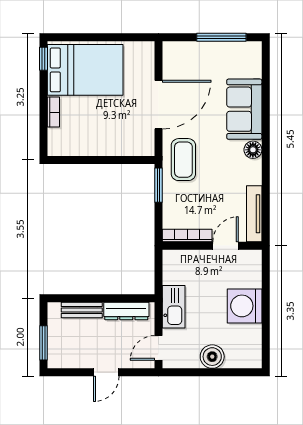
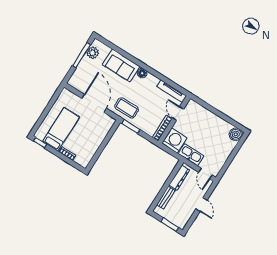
plant: (236, 52) -> (93, 53), added
bed: (85, 70) -> (61, 129), width x0.67
washing machine: (245, 306) -> (174, 141), moved, turned 180
boiler: (212, 357) -> (236, 134), moved

